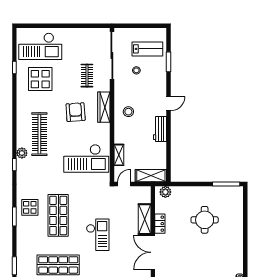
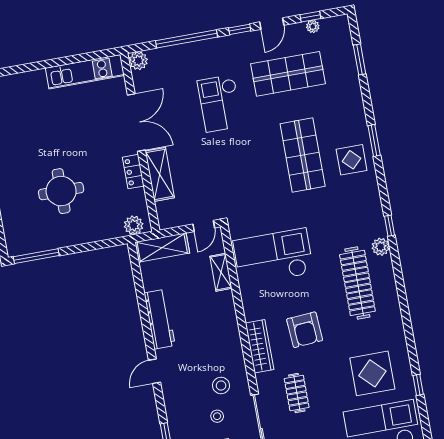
stool: (128, 112) -> (221, 386), moved
workbench: (160, 129) -> (160, 319), width x1.38
checkout: (98, 235) -> (220, 103), moved

